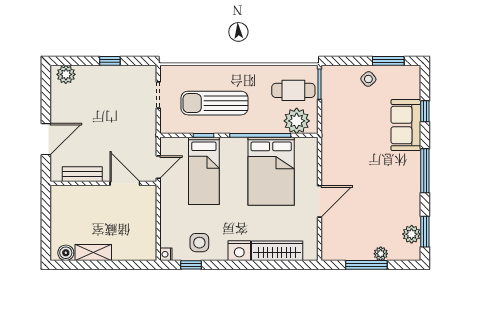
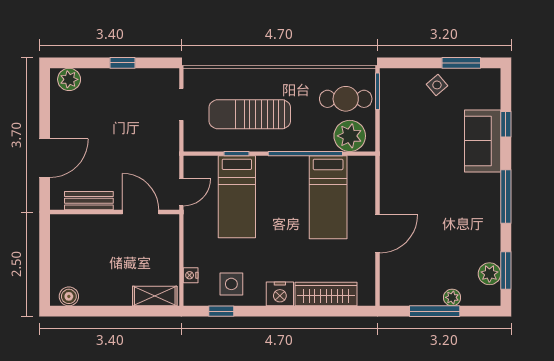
bed: (271, 171) -> (328, 197), width x0.67
shelving: (93, 252) -> (155, 296), moved
nightstand: (166, 254) -> (191, 275), moved

